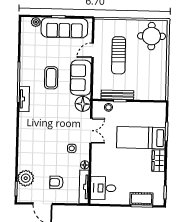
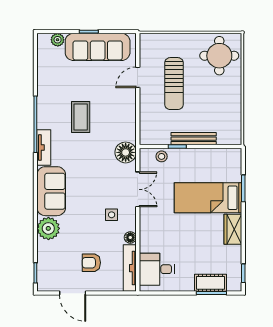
sofa: (81, 78) -> (51, 191), moved, turned 180
bench: (117, 95) -> (194, 139), moved
plant: (26, 178) -> (48, 228), moved

